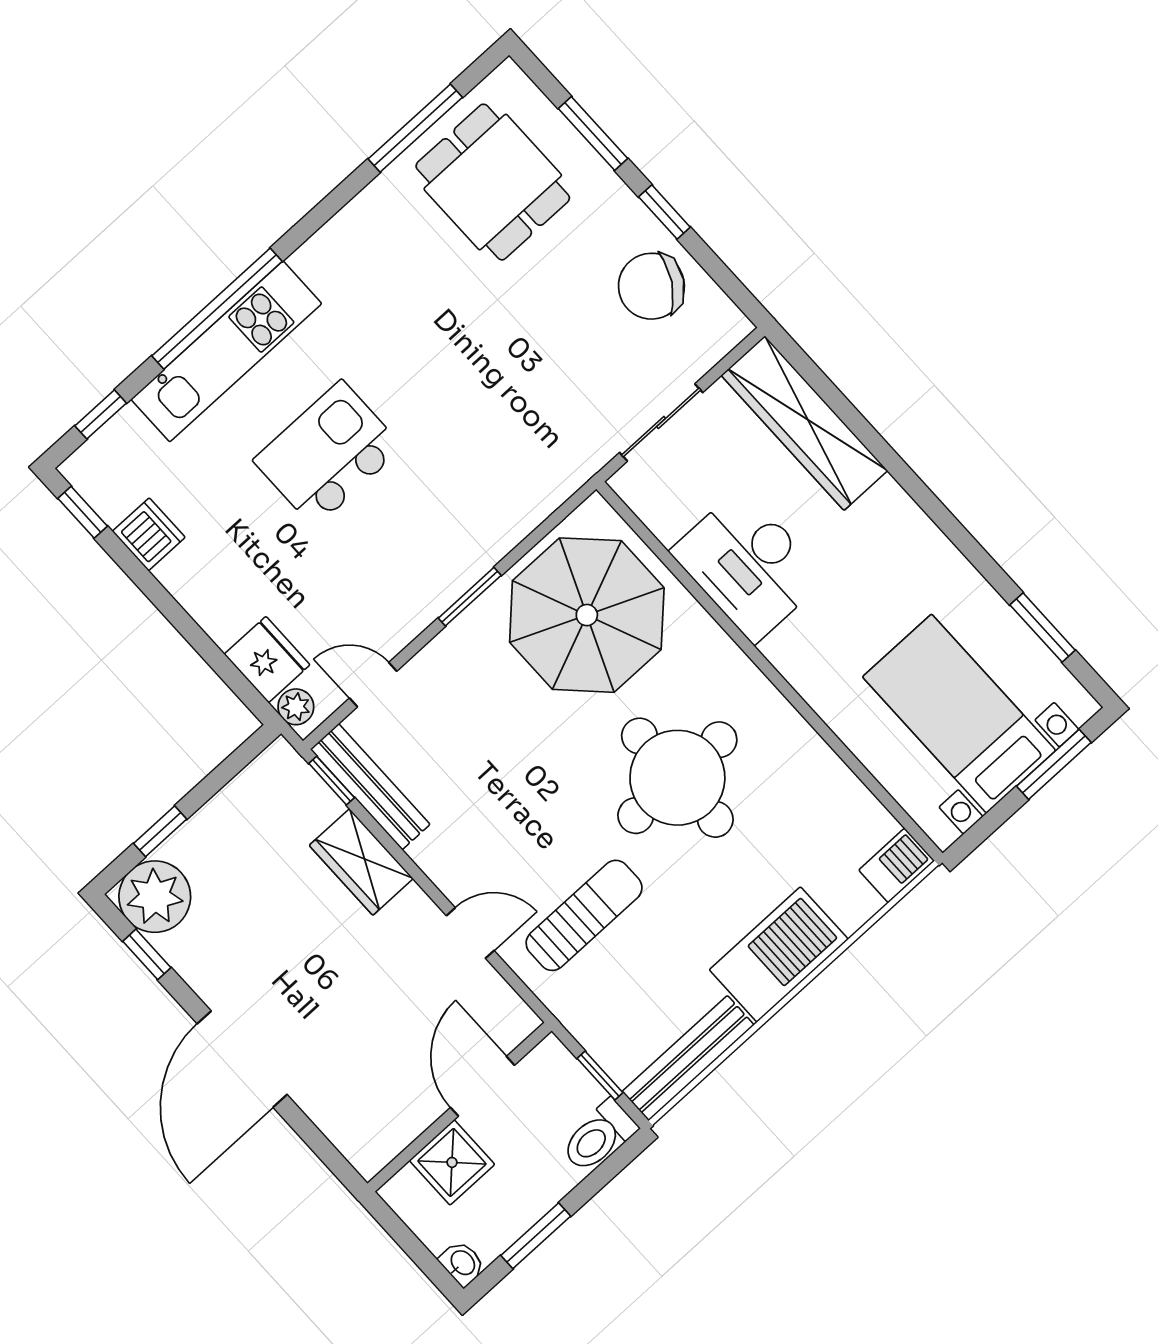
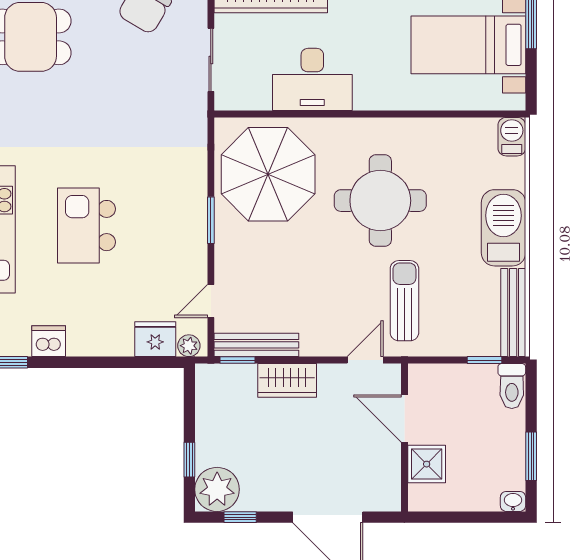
door: (482, 1086) -> (404, 418), moved
wall: (460, 1107) -> (404, 437), moved
shower: (452, 1162) -> (427, 464), moved

